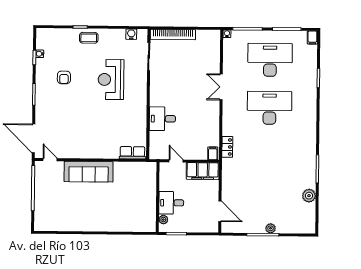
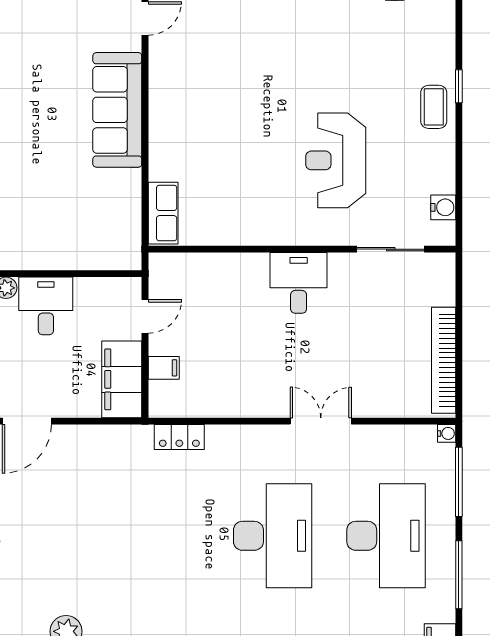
bookcase: (173, 34) -> (444, 360), moved
armchair: (64, 77) -> (339, 49), removed
reception desk: (111, 80) -> (336, 160), turned -90
desk: (162, 119) -> (299, 283), moved
filing cabinet: (213, 153) -> (164, 368), moved

